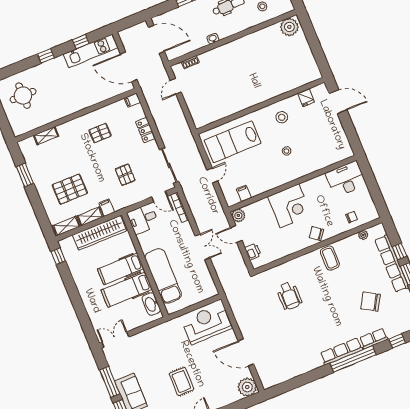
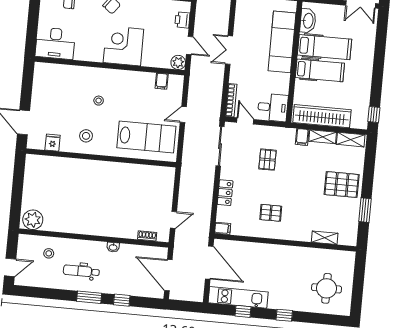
pallet: (70, 189) -> (342, 185), moved

